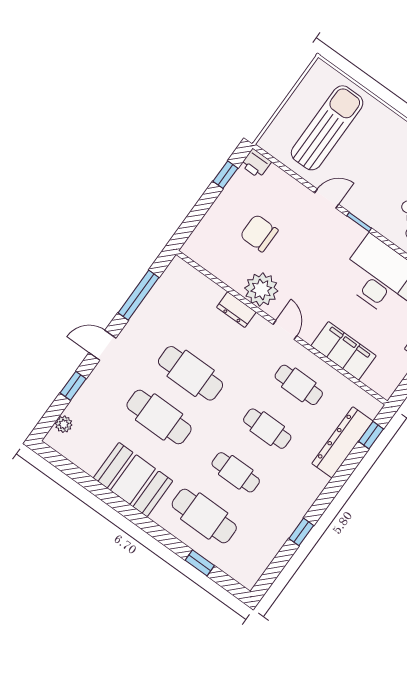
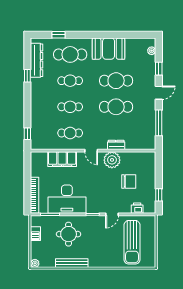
printer: (256, 163) -> (137, 208), moved
dresser: (342, 442) -> (37, 60), moved

